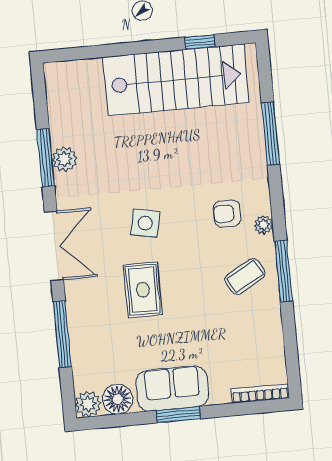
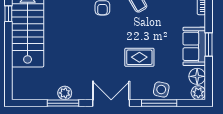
side table: (145, 223) -> (161, 90), moved

